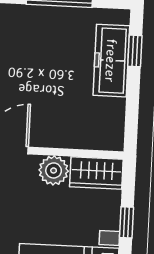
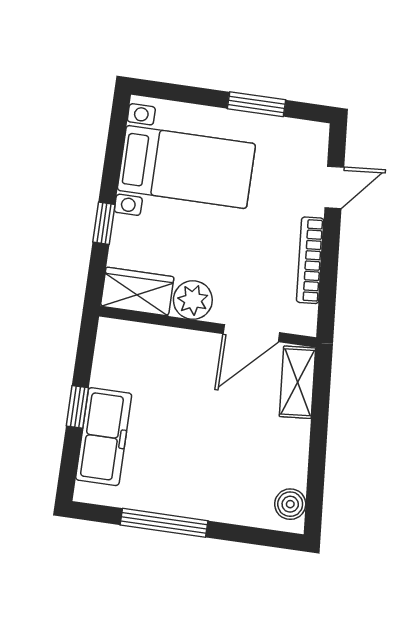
window: (135, 51) -> (77, 407), moved

